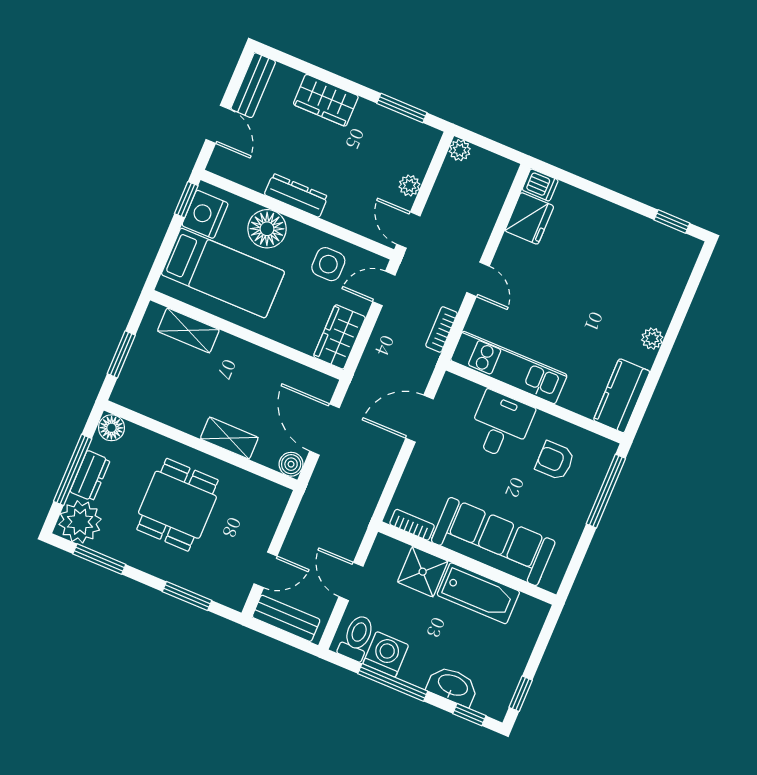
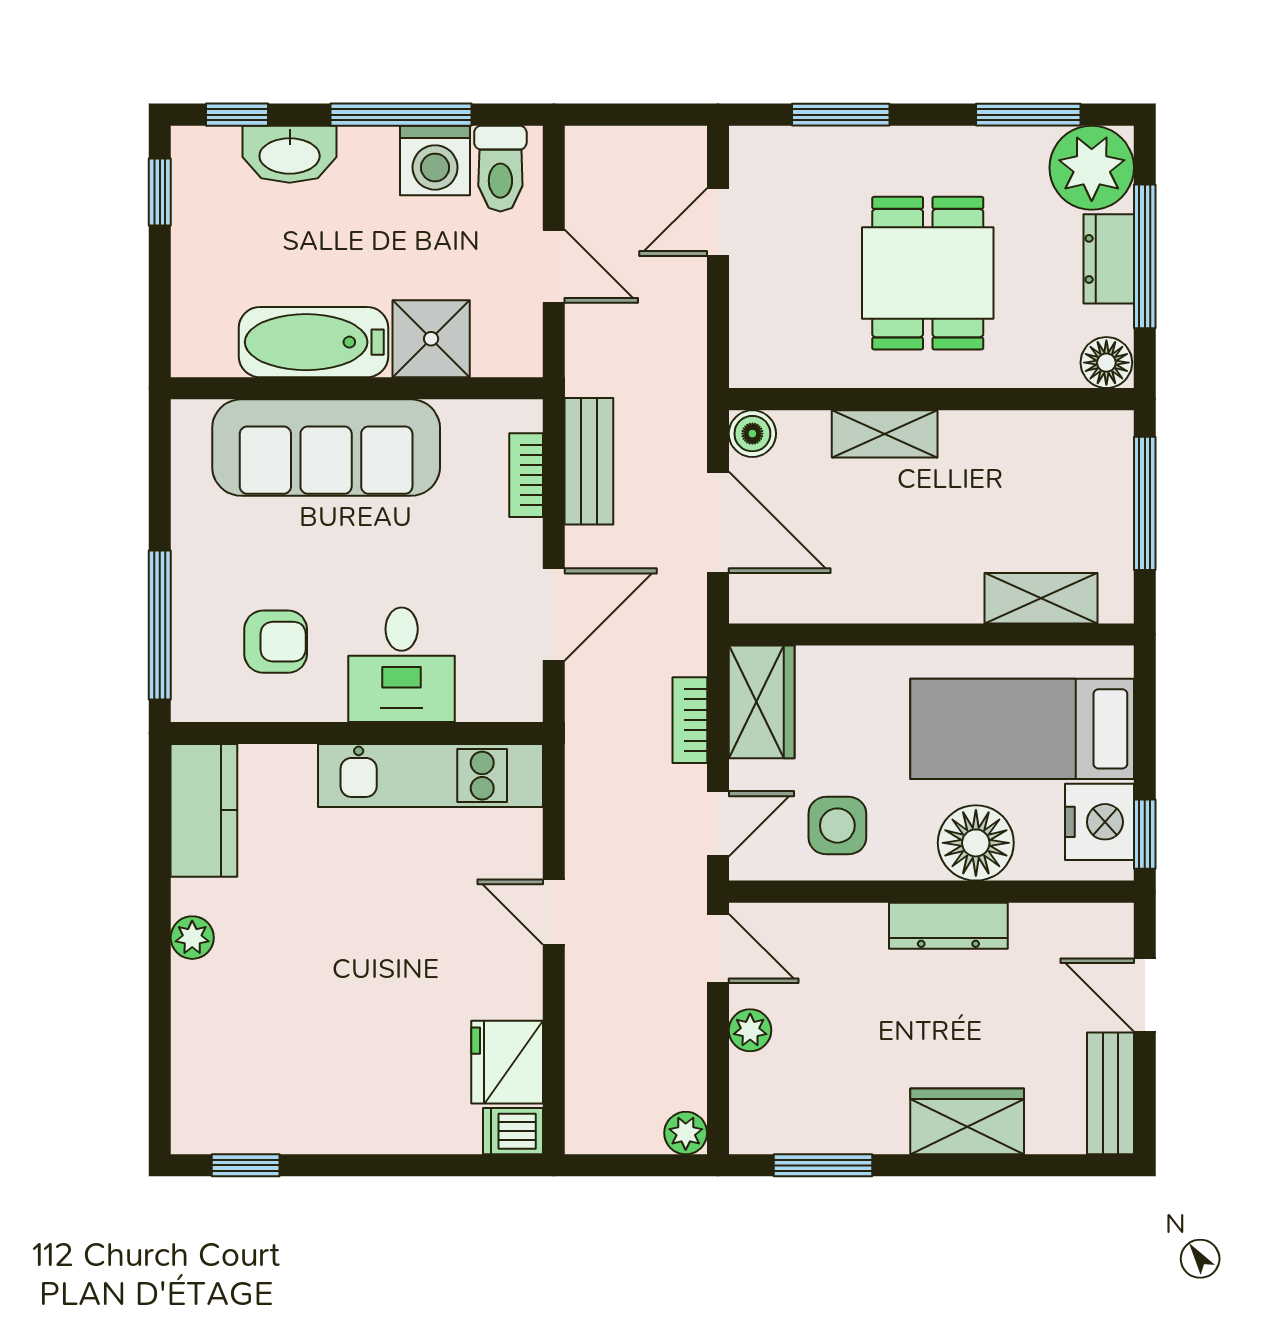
bookcase: (441, 329) -> (690, 720), moved, turned 180
window: (121, 354) -> (1145, 503), width x1.44
bookcase: (412, 525) -> (526, 475), moved, turned 90
bench: (286, 618) -> (589, 461), moved, turned 90

